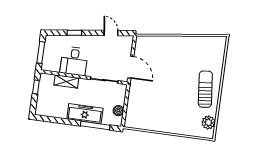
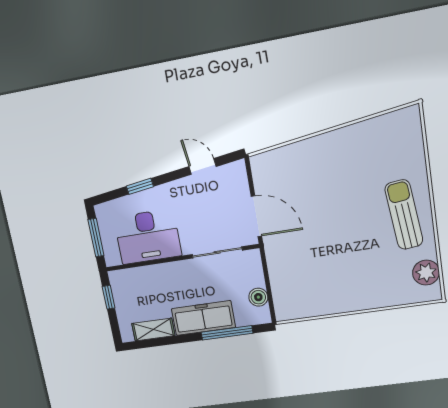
desk: (74, 61) -> (148, 237), width x1.37
shelving: (66, 81) -> (153, 330), moved

